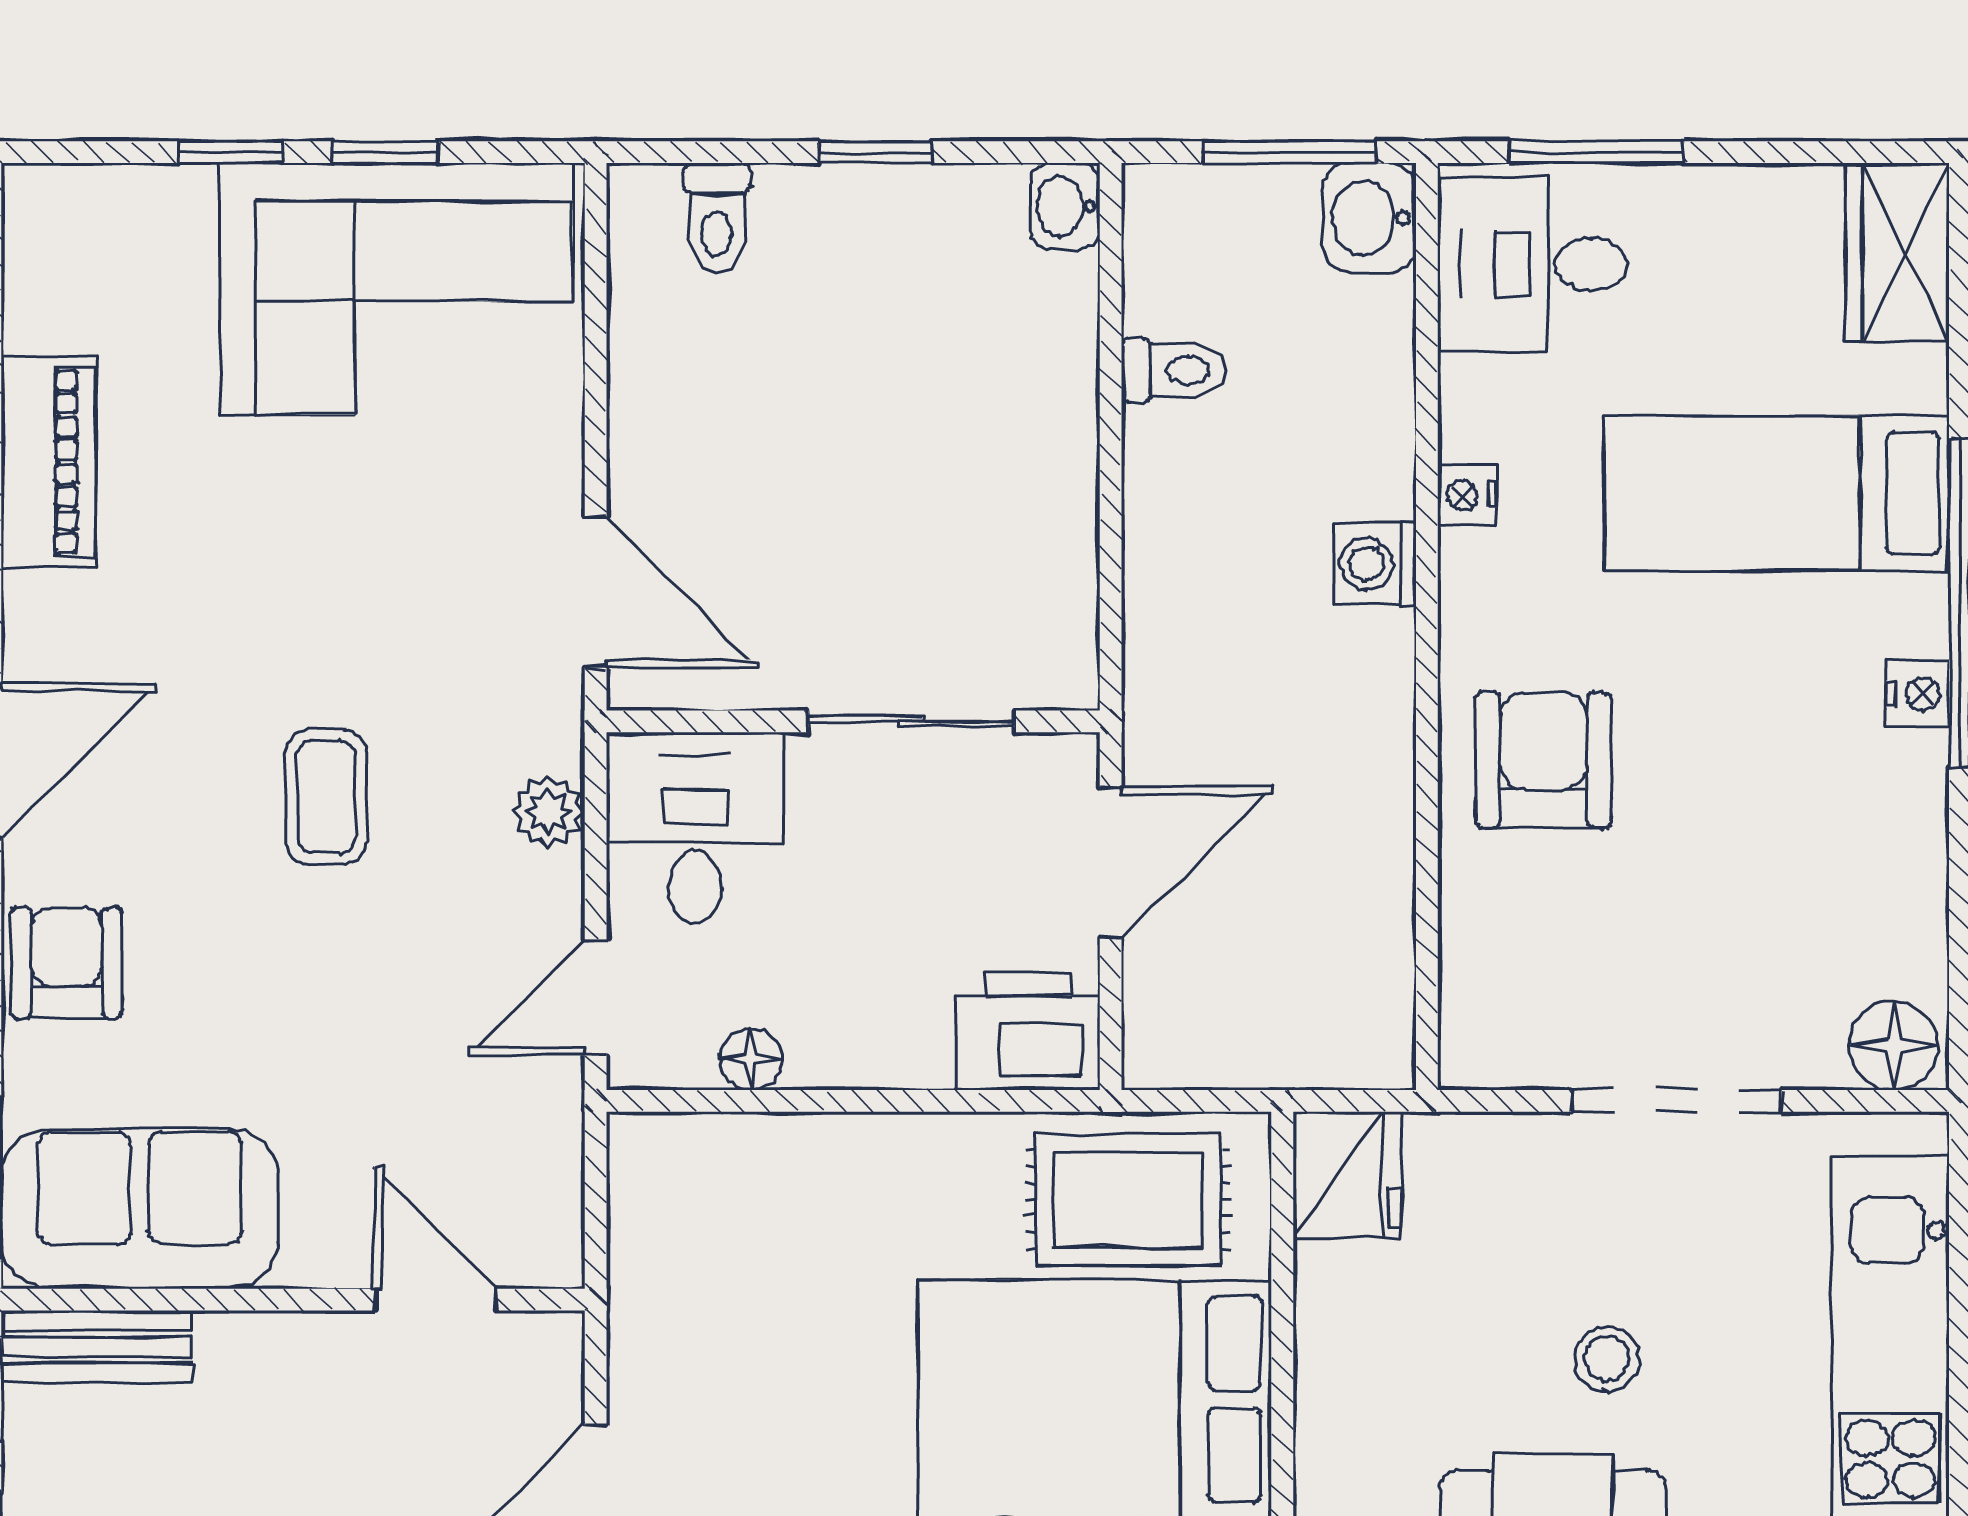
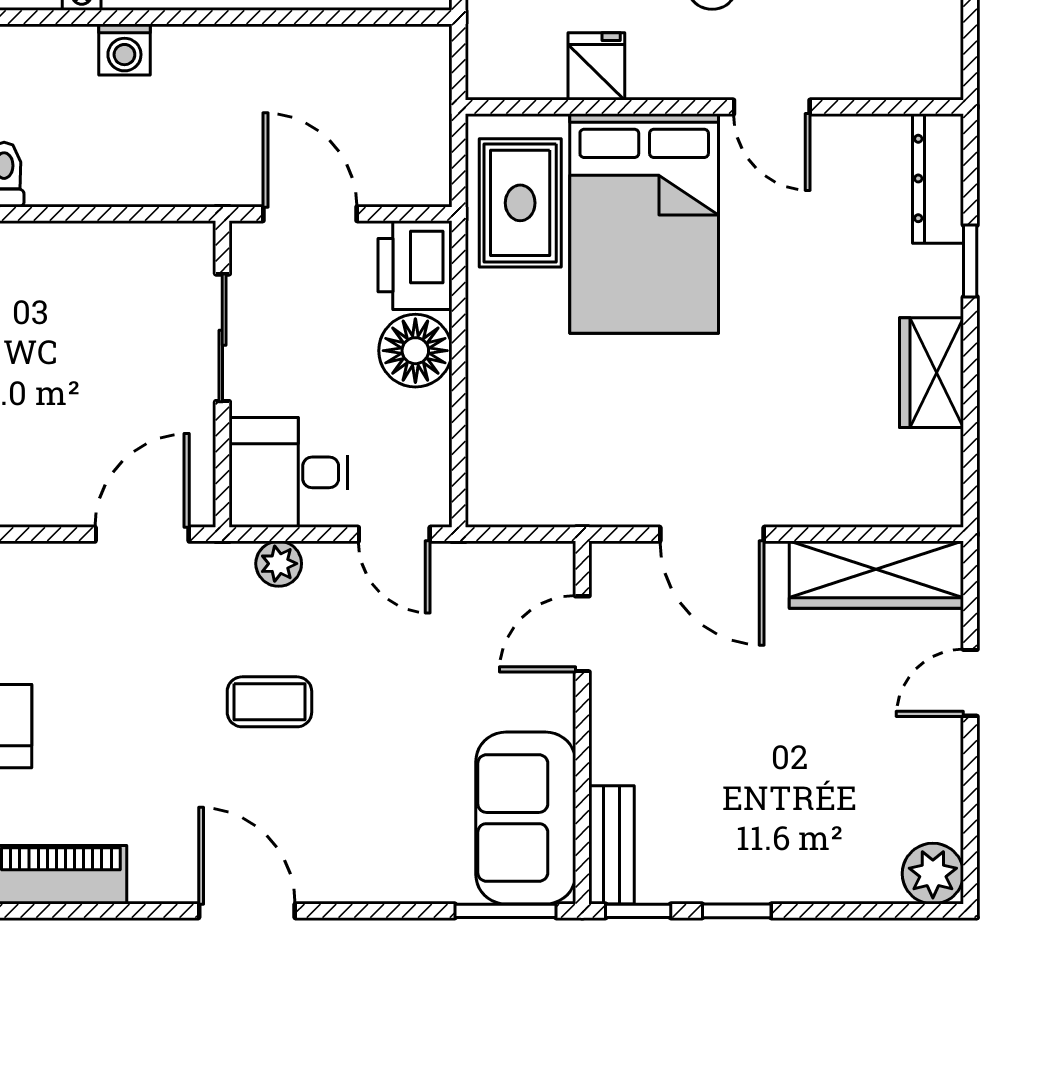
armchair: (67, 963) -> (373, 863), removed
floor lamp: (751, 1059) -> (415, 351), moved, width x1.89, depth x1.89
fridge: (1348, 1175) -> (596, 66), moved, width x0.72

